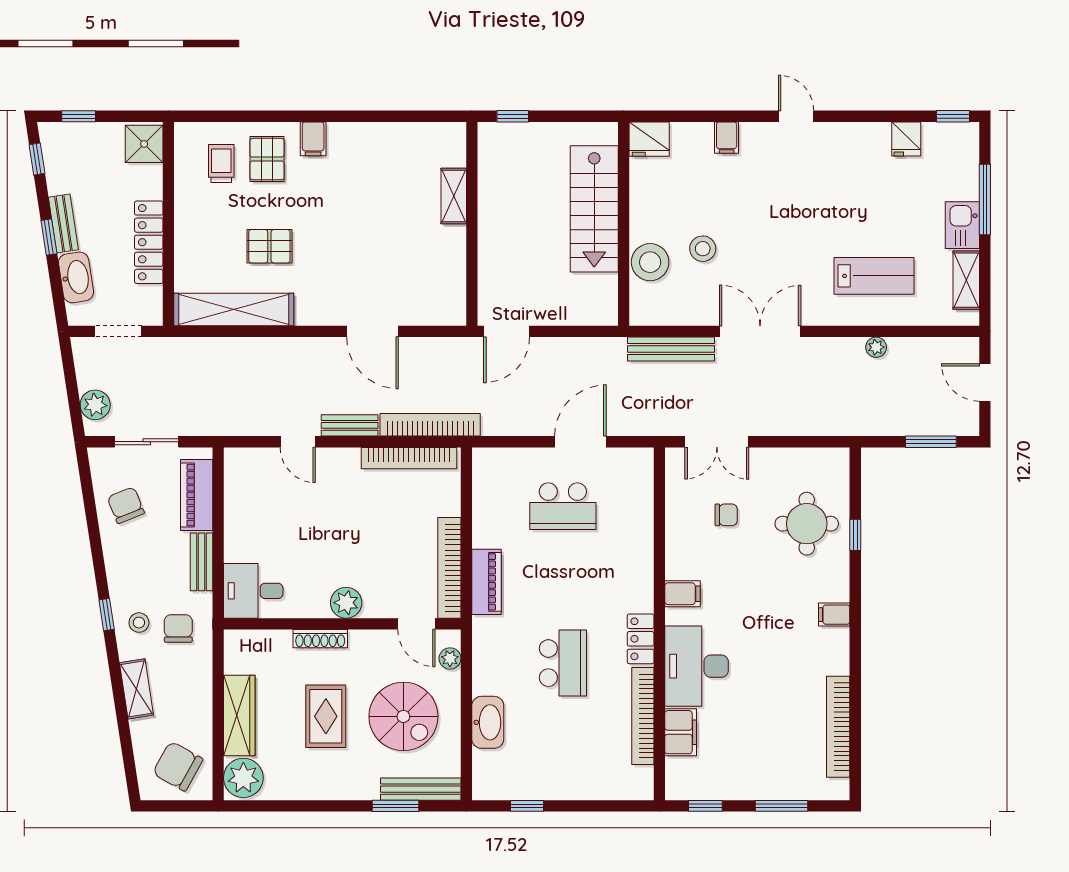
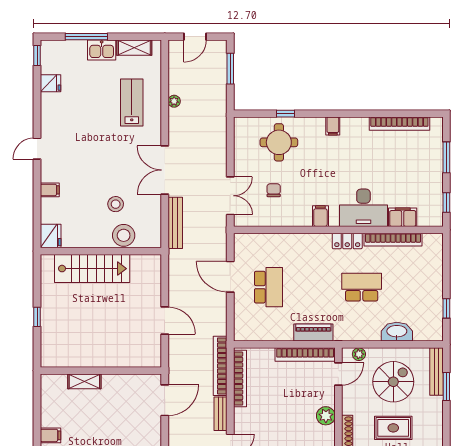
shelving: (454, 196) -> (84, 381), moved
wall: (472, 224) -> (101, 371), moved

